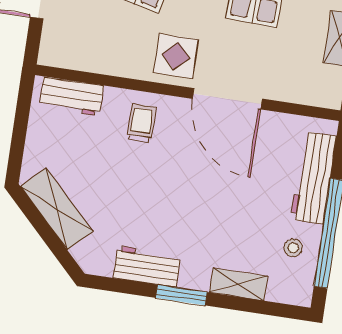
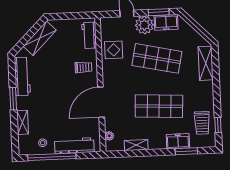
display table: (176, 56) -> (114, 50), moved
plant: (307, 95) -> (109, 136), added
workbench: (147, 266) -> (22, 76), width x1.37

